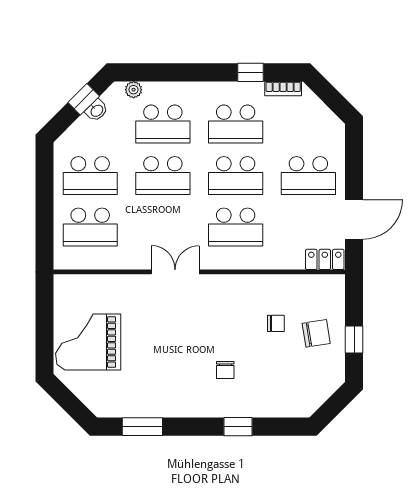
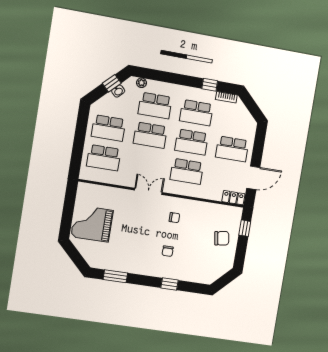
chair: (276, 323) -> (174, 218), moved
window: (354, 339) -> (245, 228), moved

